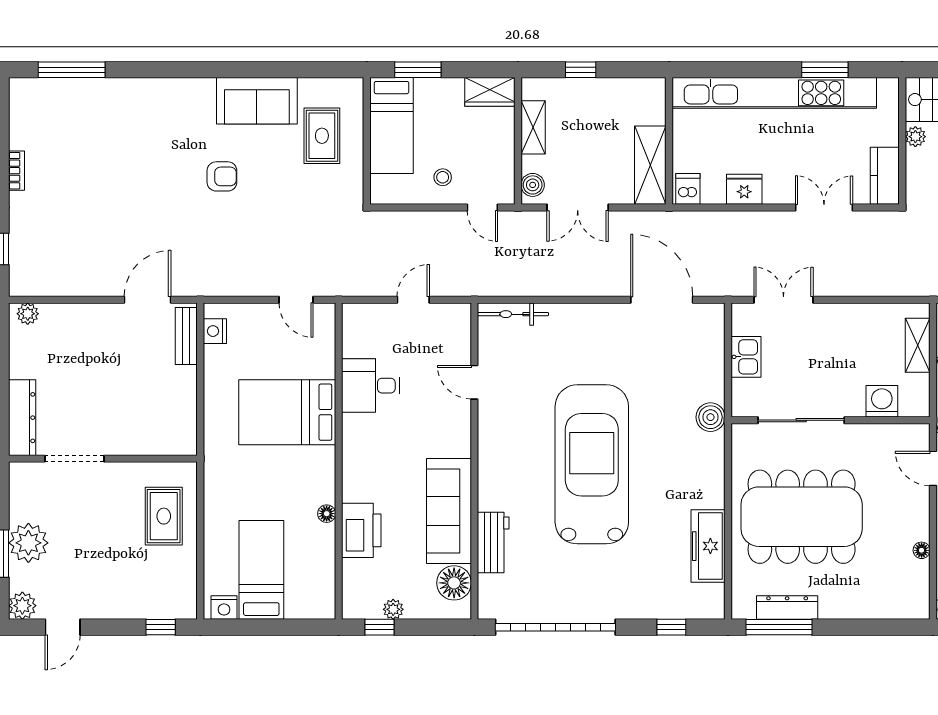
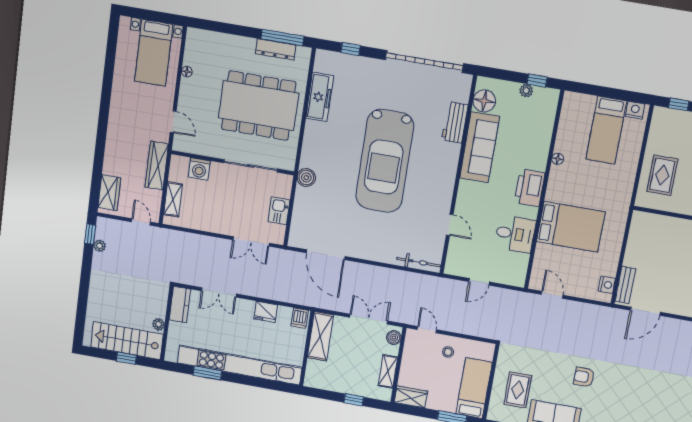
printer: (361, 530) -> (530, 188), moved

